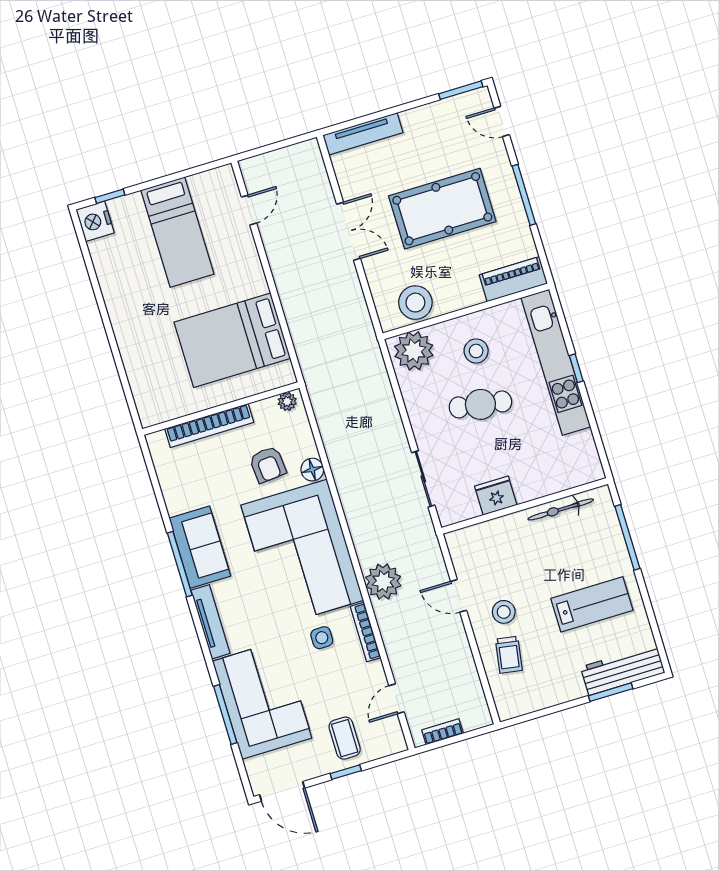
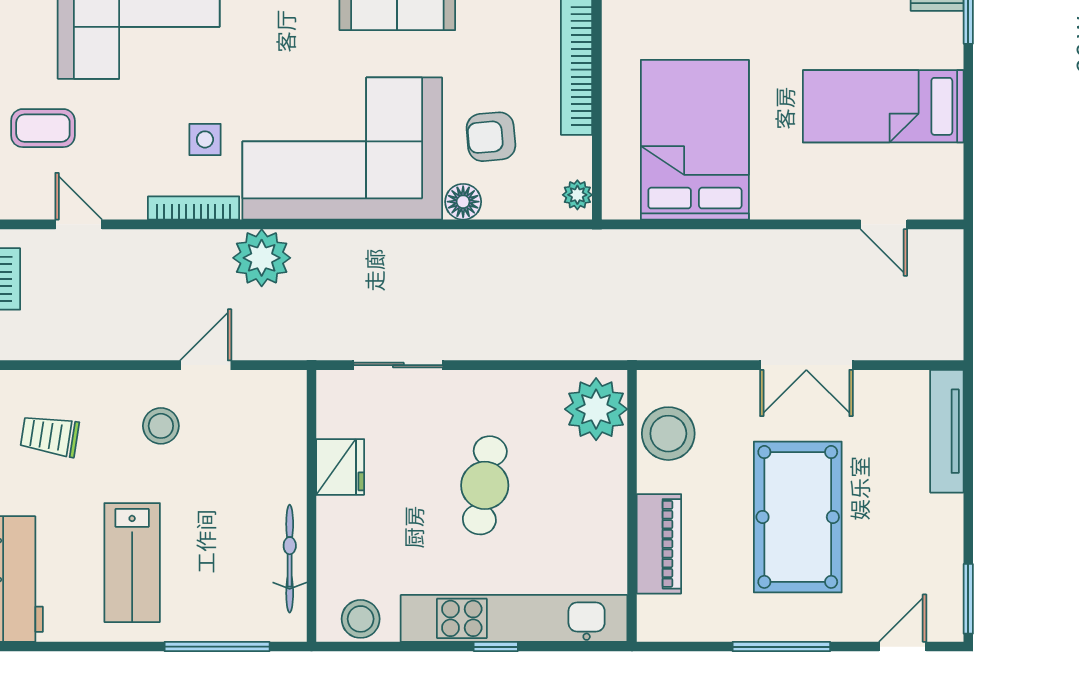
piano: (513, 279) -> (659, 544), moved
stool: (476, 351) -> (361, 619), moved
trolley: (509, 655) -> (50, 436), moved

